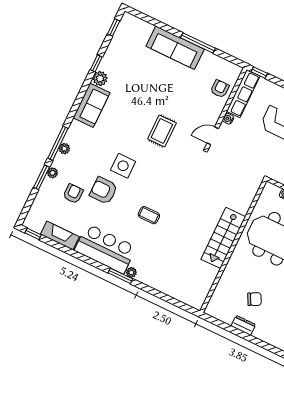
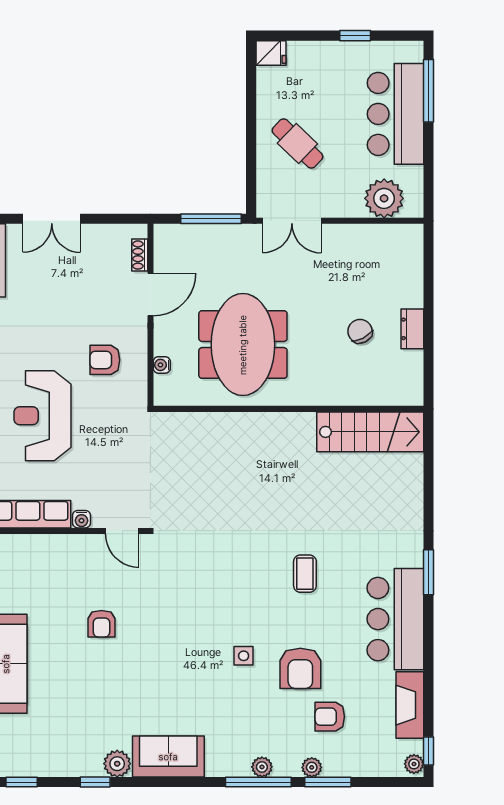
armchair: (220, 89) -> (101, 624), moved, turned -90
rug: (162, 131) -> (155, 619), removed
side table: (123, 166) -> (244, 656), width x0.54, depth x0.54
stairs: (223, 238) -> (370, 432), moved
plant: (131, 272) -> (414, 764), moved

